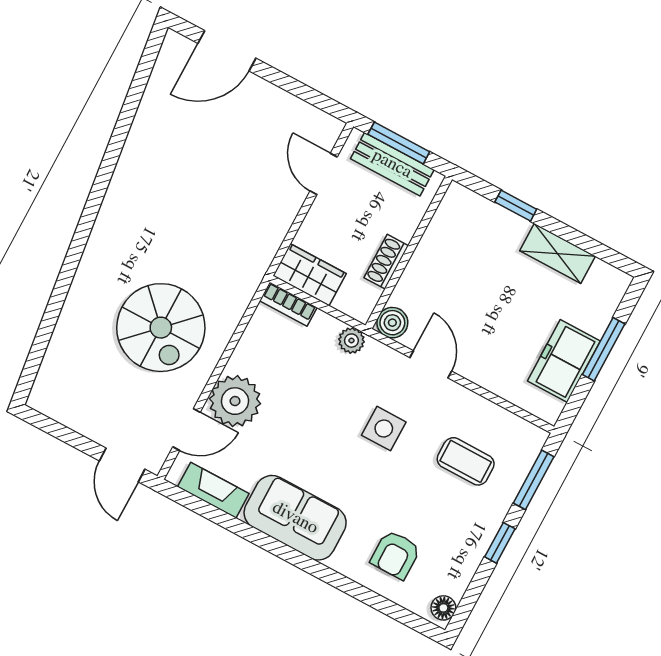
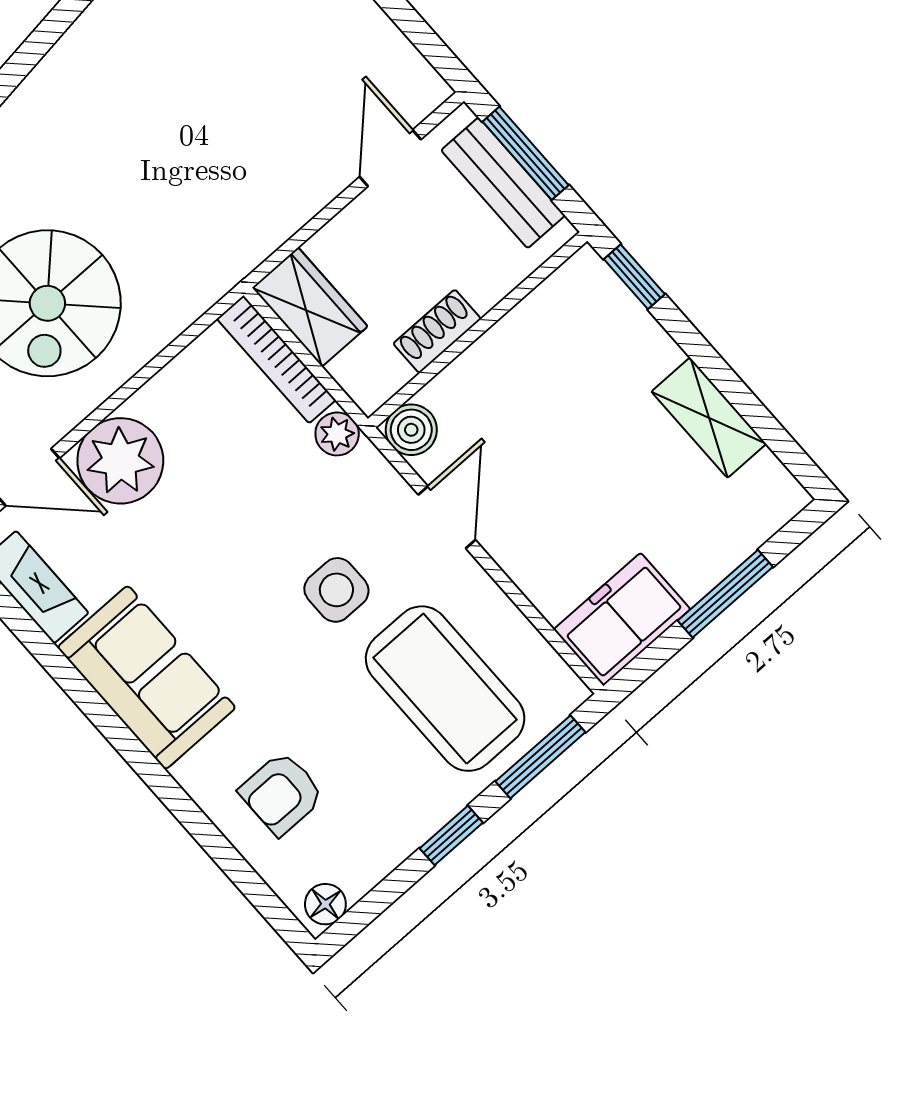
window: (516, 206) -> (634, 277), moved
bookcase: (288, 304) -> (276, 359), width x1.56
freezer: (564, 361) -> (622, 619), moved
coffee table: (466, 461) -> (445, 689), width x1.86, depth x1.72

